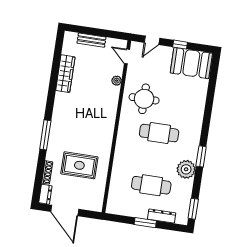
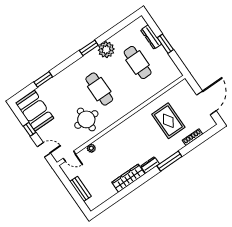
door: (127, 56) -> (69, 156), hinge flipped
wardrobe: (65, 74) -> (128, 178), moved
dresser: (45, 194) -> (150, 165), moved
window: (193, 209) -> (43, 79), moved

